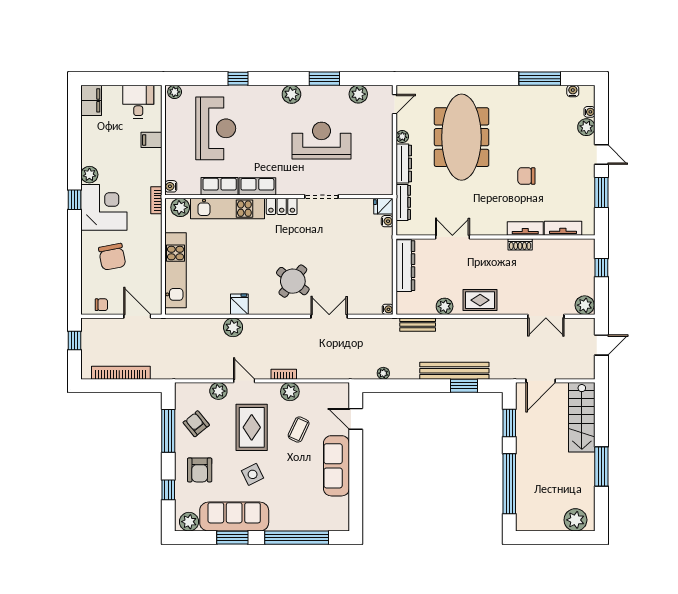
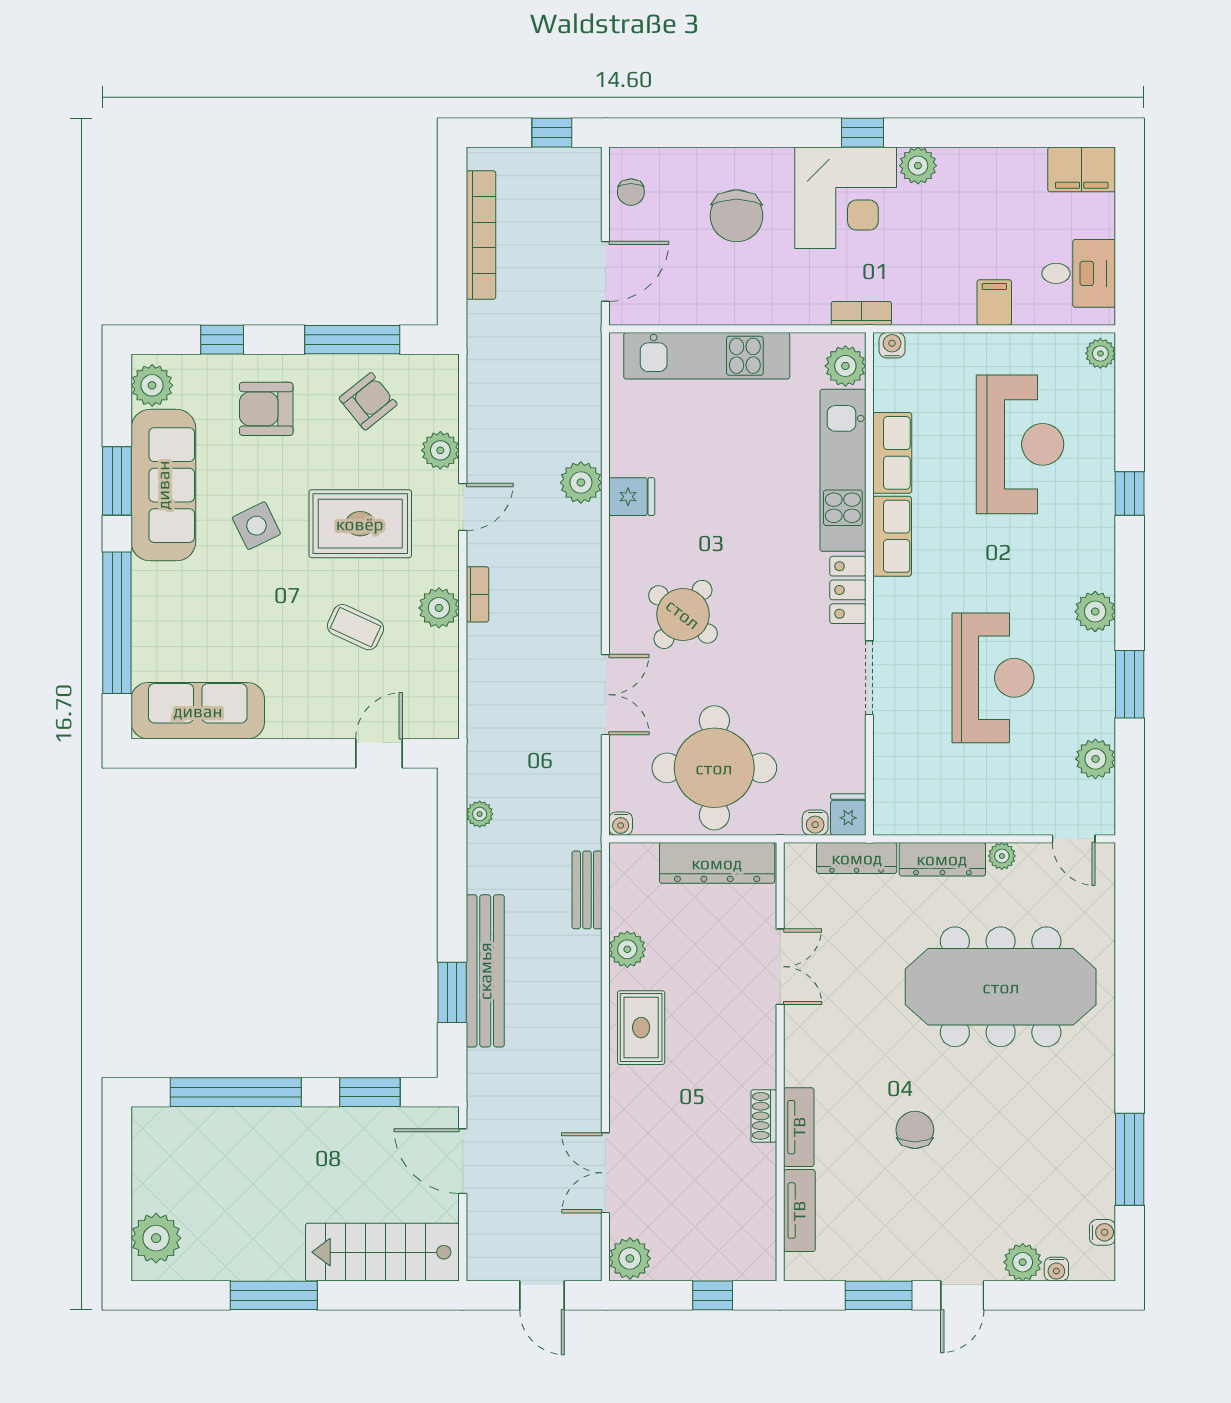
reception desk: (216, 128) -> (1020, 444), turned -90
chair: (112, 257) -> (736, 216), turned -79
round table: (362, 267) -> (714, 768), added
sofa: (336, 466) -> (198, 711), moved

